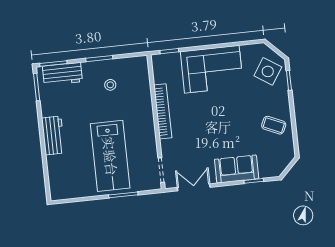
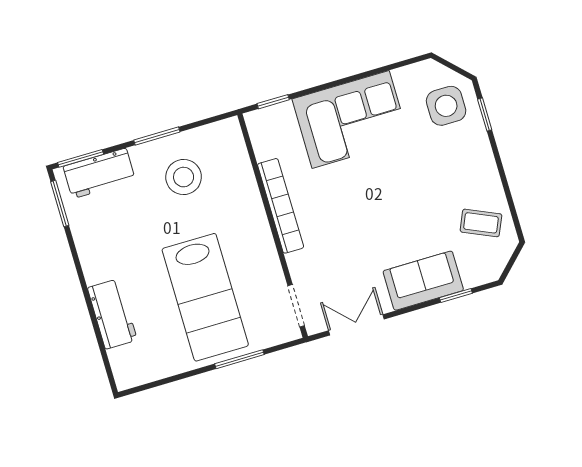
side table: (268, 71) -> (446, 106), turned -33
stool: (110, 85) -> (184, 177), width x1.89, depth x1.89
coffee table: (274, 125) -> (481, 223), moved
workbench: (53, 135) -> (112, 314), moved

